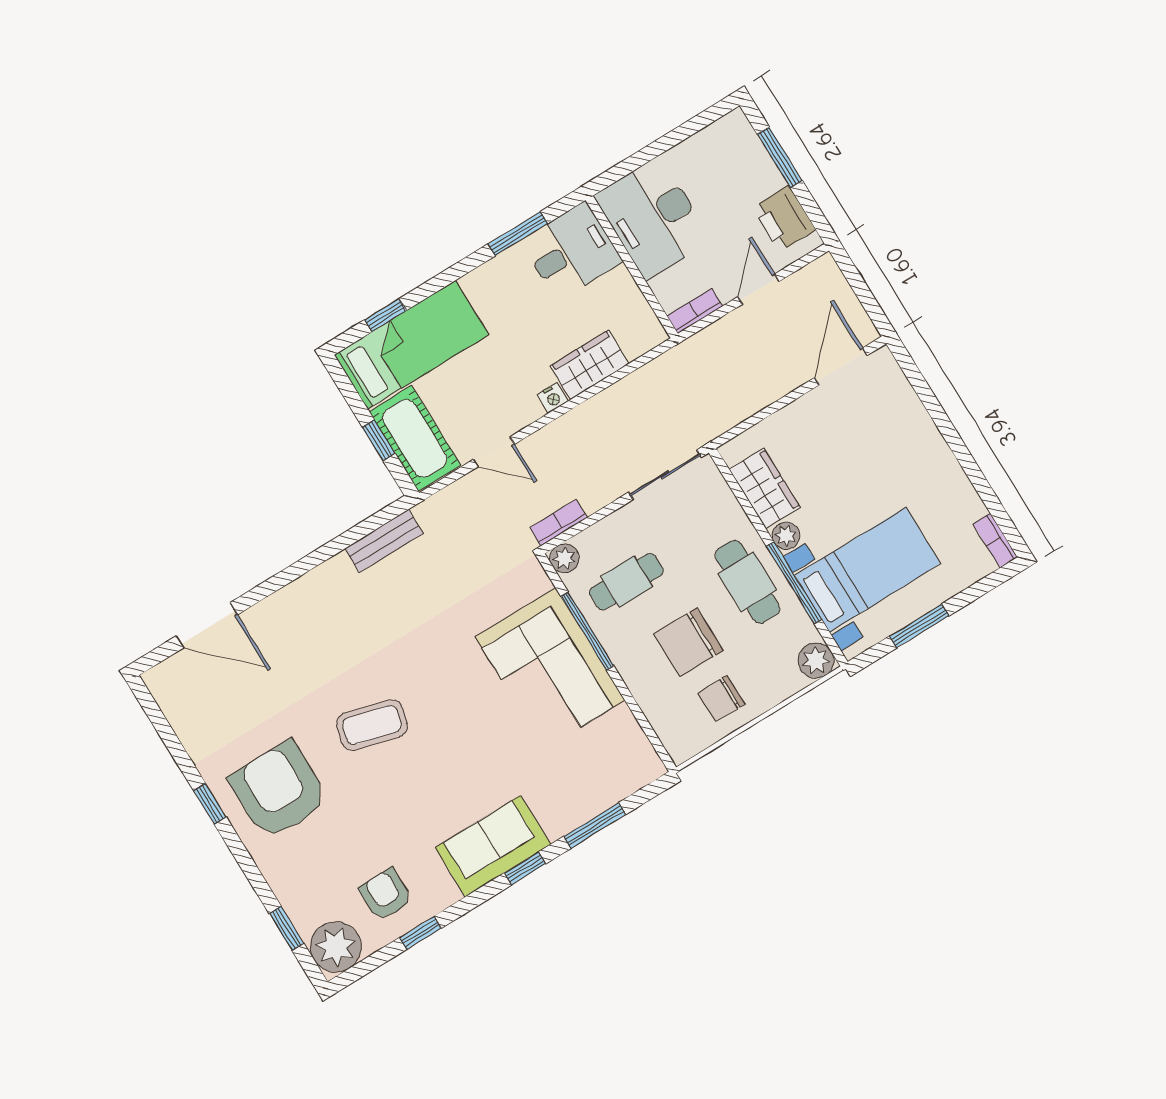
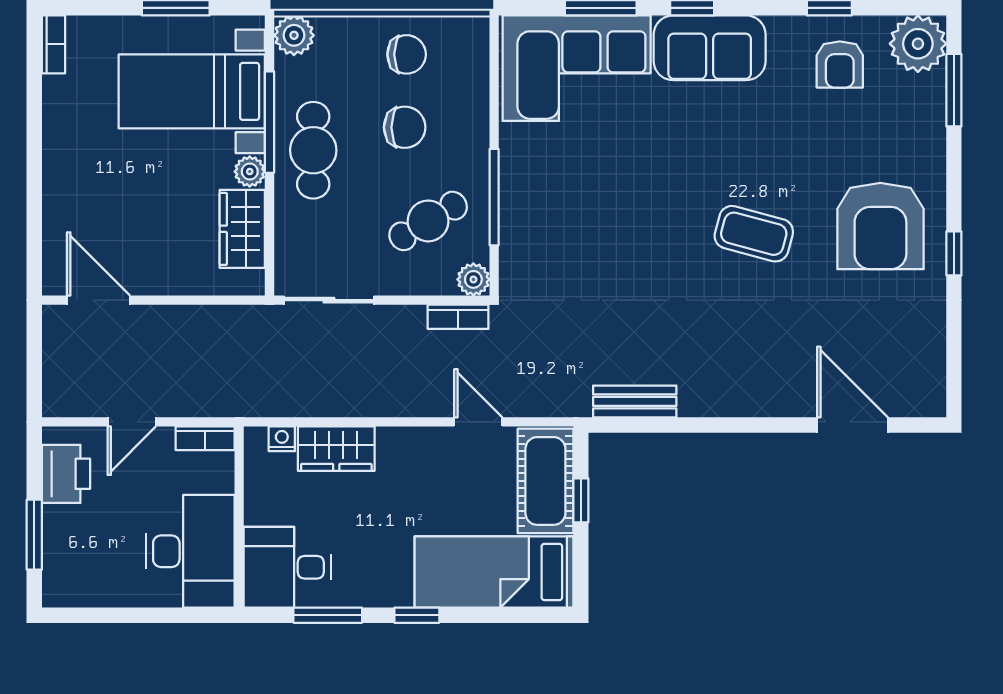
window: (385, 315) -> (417, 615), moved
door: (841, 367) -> (99, 300), swing flipped
nightstand: (553, 398) -> (282, 439), moved
cafe table: (627, 582) -> (428, 221), turned -31
chair: (688, 642) -> (405, 127), width x0.73, depth x0.73
corner sofa: (550, 669) -> (577, 68), moved, turned 90
window: (287, 928) -> (954, 90), width x1.50

